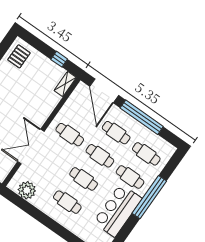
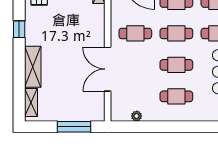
plant: (27, 190) -> (137, 116), width x0.53, depth x0.53

